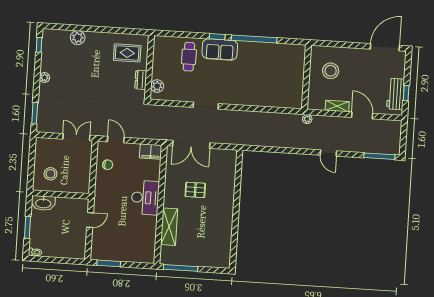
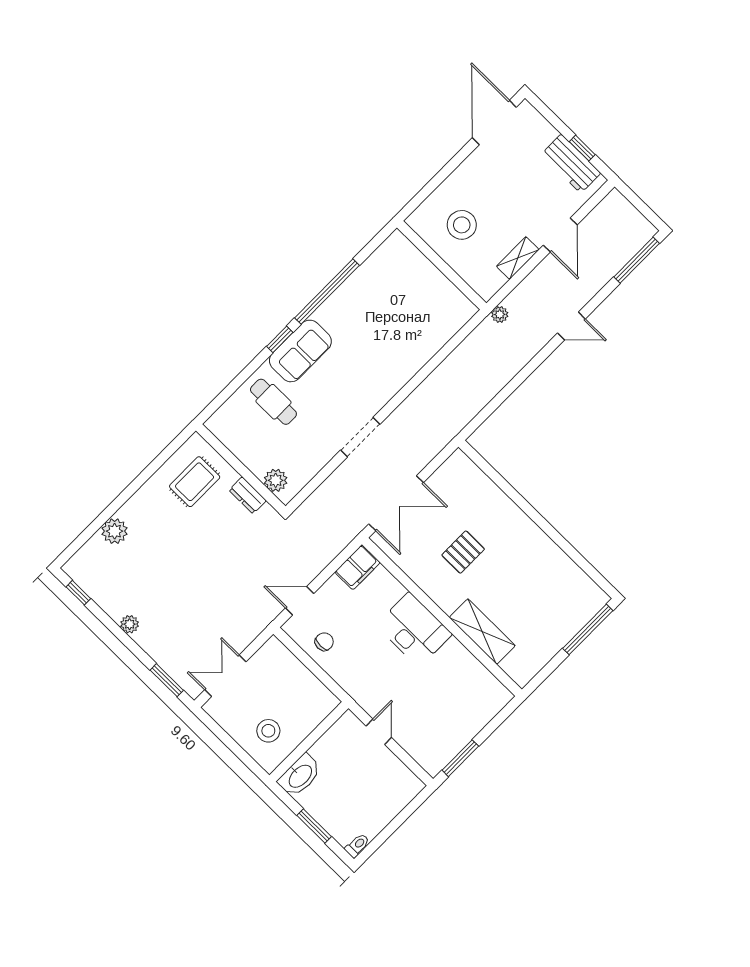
door: (362, 115) -> (560, 235), swing flipped
double door: (76, 137) -> (225, 676), moved
window: (181, 268) -> (588, 629), moved

